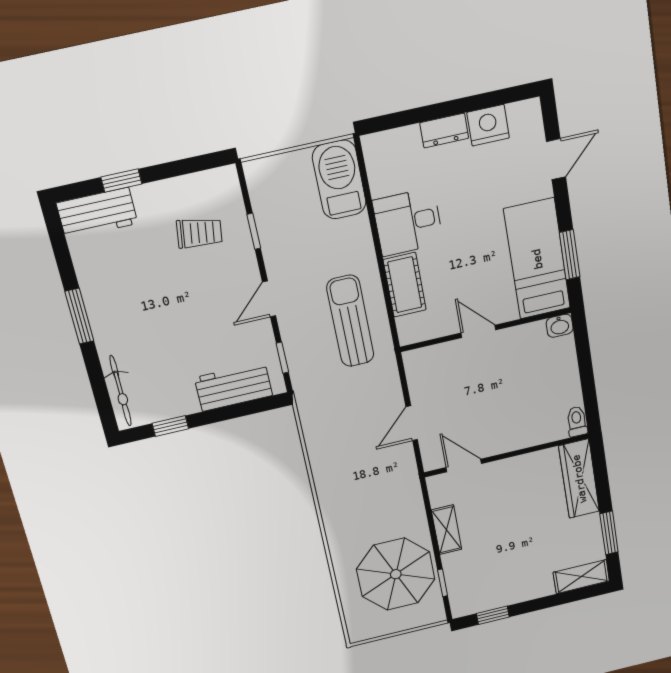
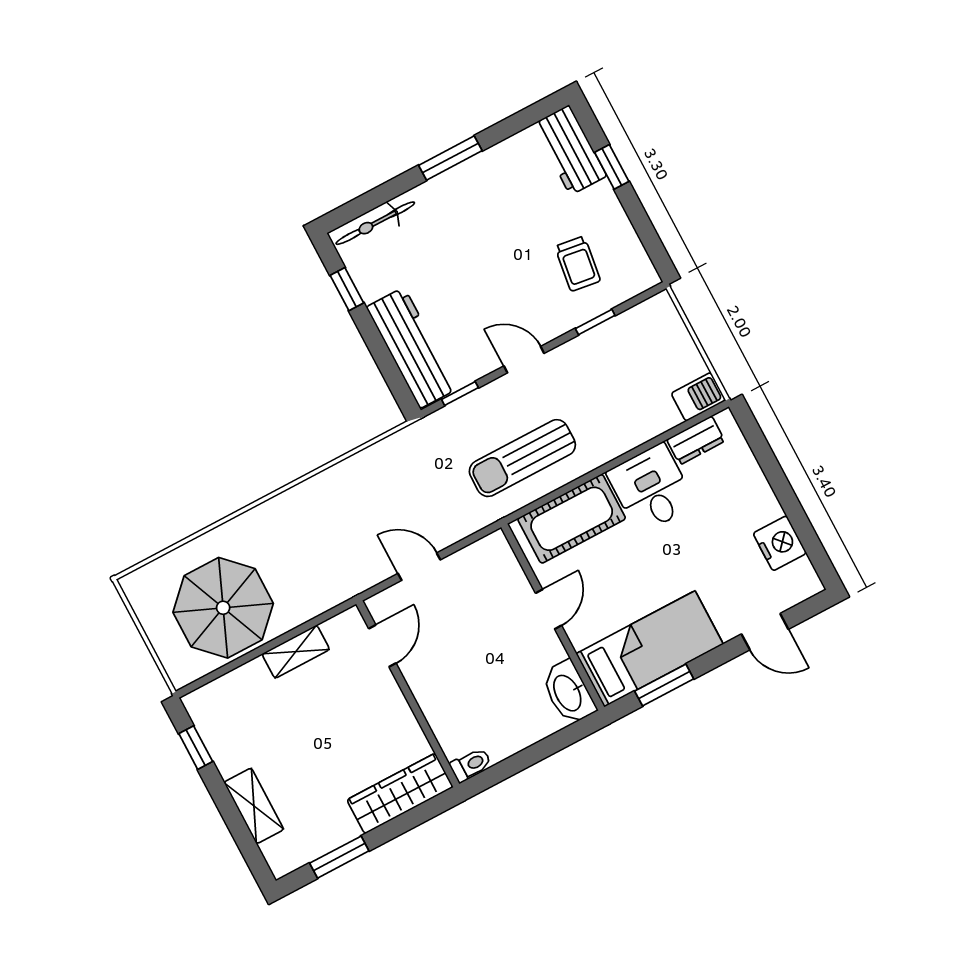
dresser: (444, 131) -> (696, 440), moved, turned -90
barbecue: (339, 180) -> (698, 397), width x0.53, depth x0.65
cot: (405, 285) -> (572, 519), width x1.37, depth x1.34
sun lounger: (350, 321) -> (522, 458), turned 180
washbasin: (560, 326) -> (568, 693), width x1.91, depth x1.45
workbench: (234, 387) -> (412, 348), width x1.38
shelving: (581, 577) -> (254, 806), moved
window: (443, 583) -> (225, 669), removed

